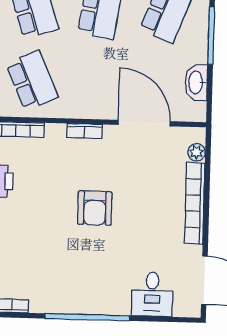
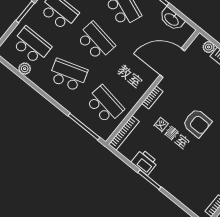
school desk: (32, 80) -> (105, 105), turned 33

